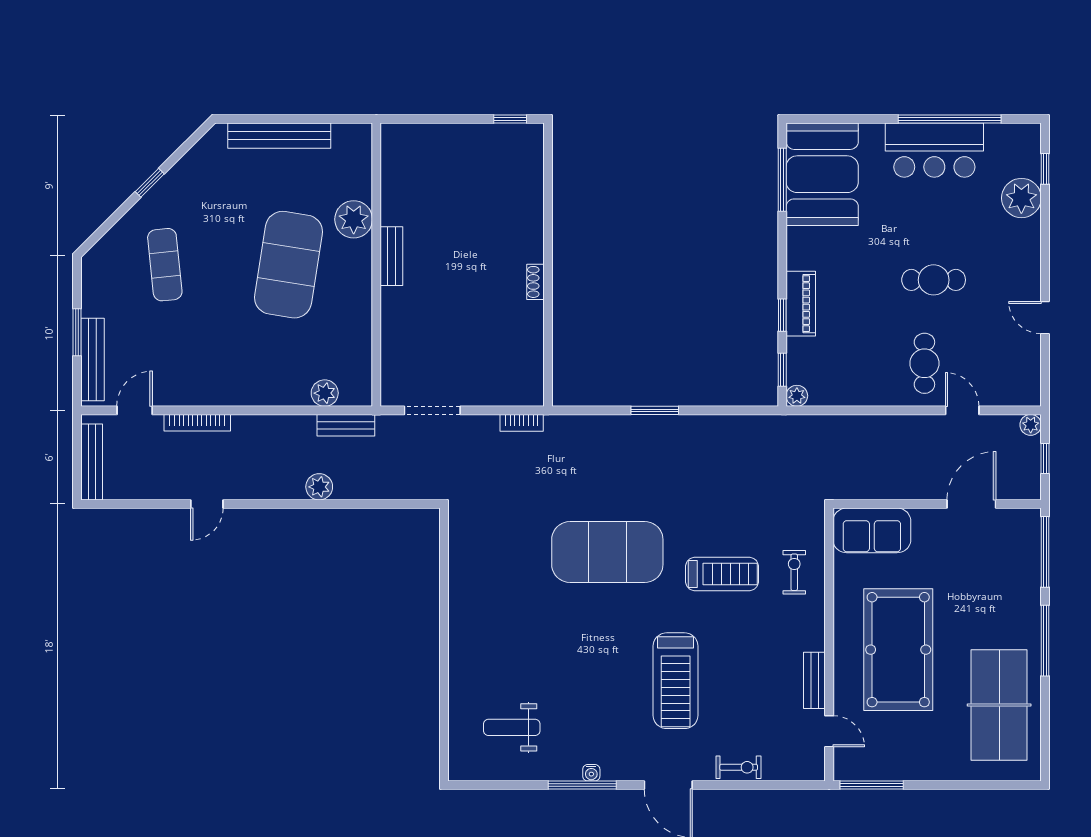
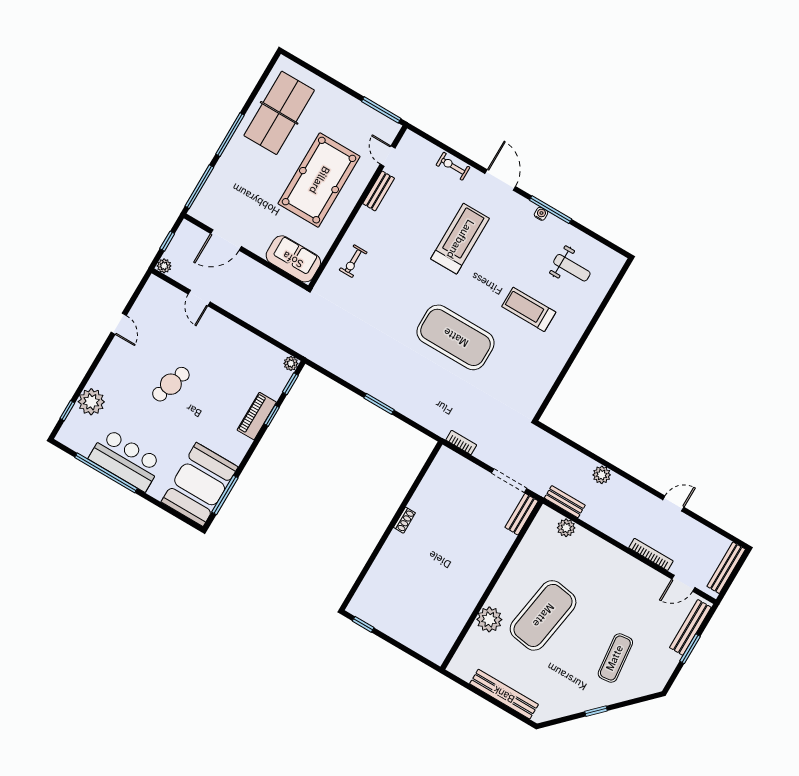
bench: (391, 256) -> (522, 514), moved
cafe table: (934, 280) -> (171, 384), turned -72
cafe table: (924, 363) -> (205, 339), removed
treadmill: (722, 574) -> (529, 309), moved

